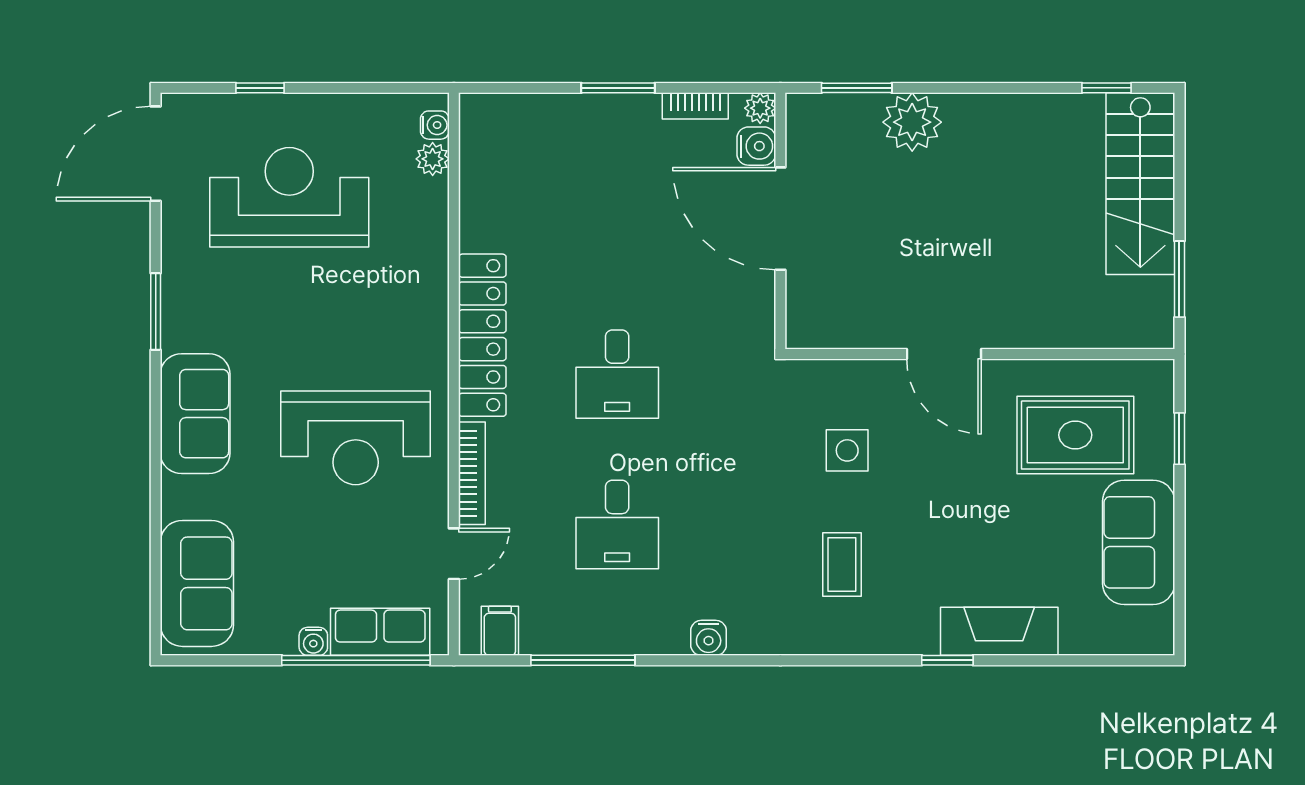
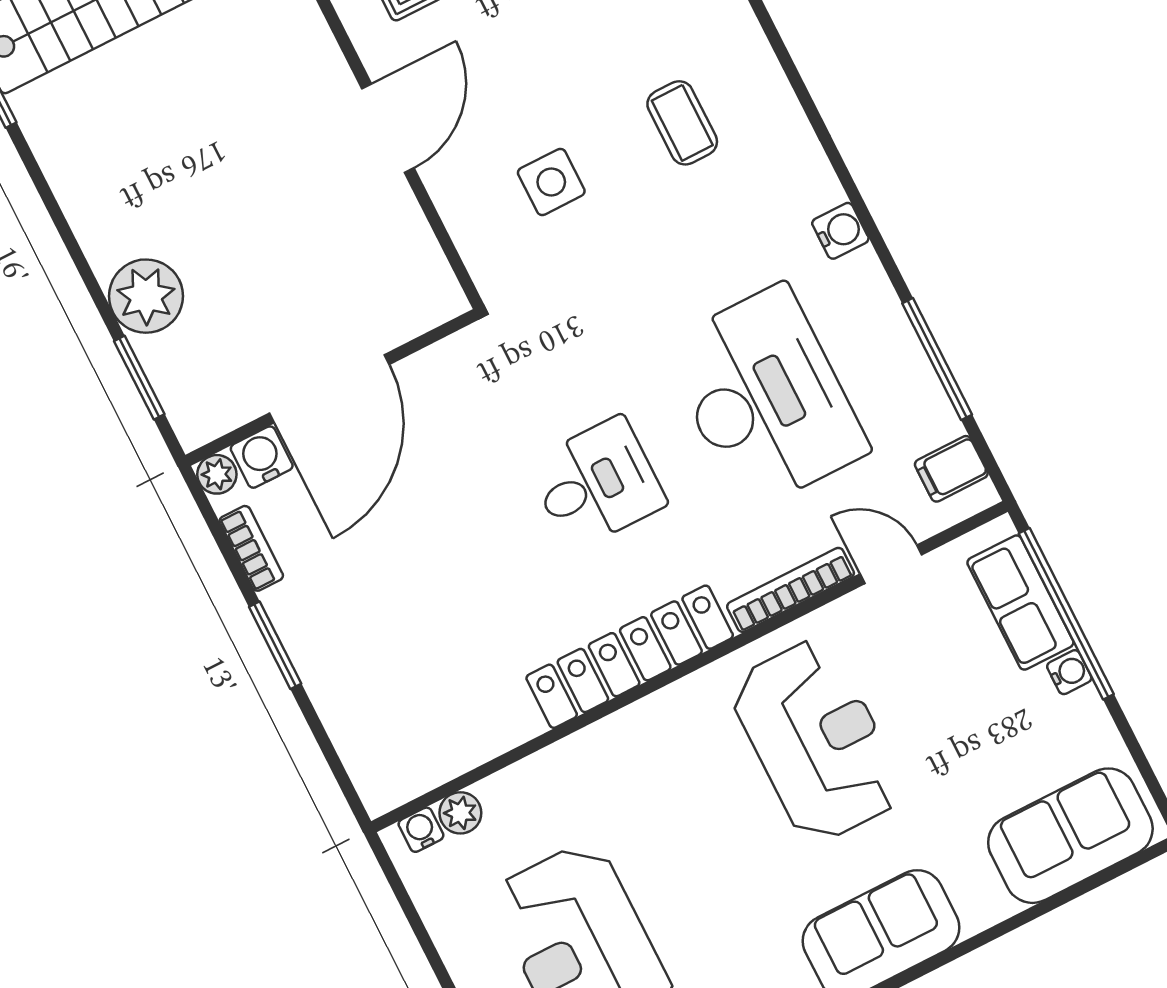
desk: (617, 524) -> (765, 398), width x1.87, depth x1.30
coffee table: (842, 565) -> (682, 123), turned 90

